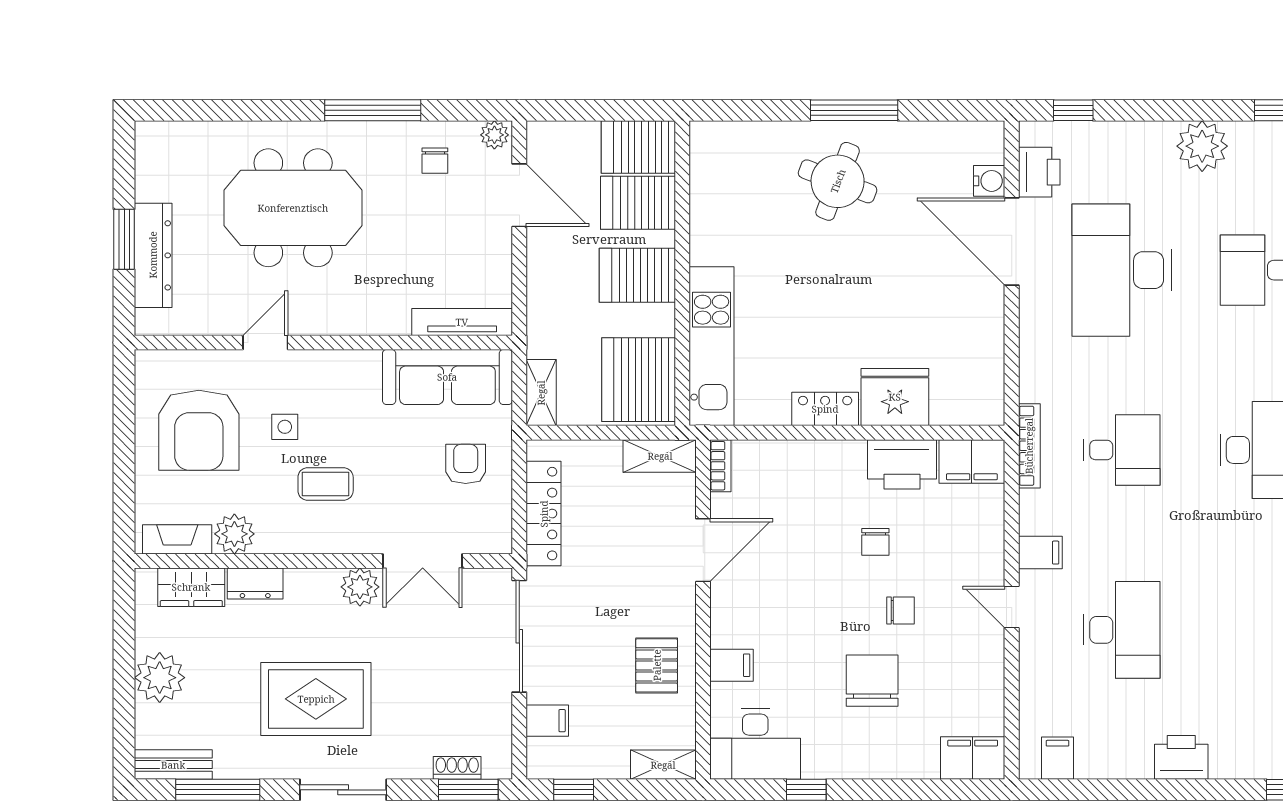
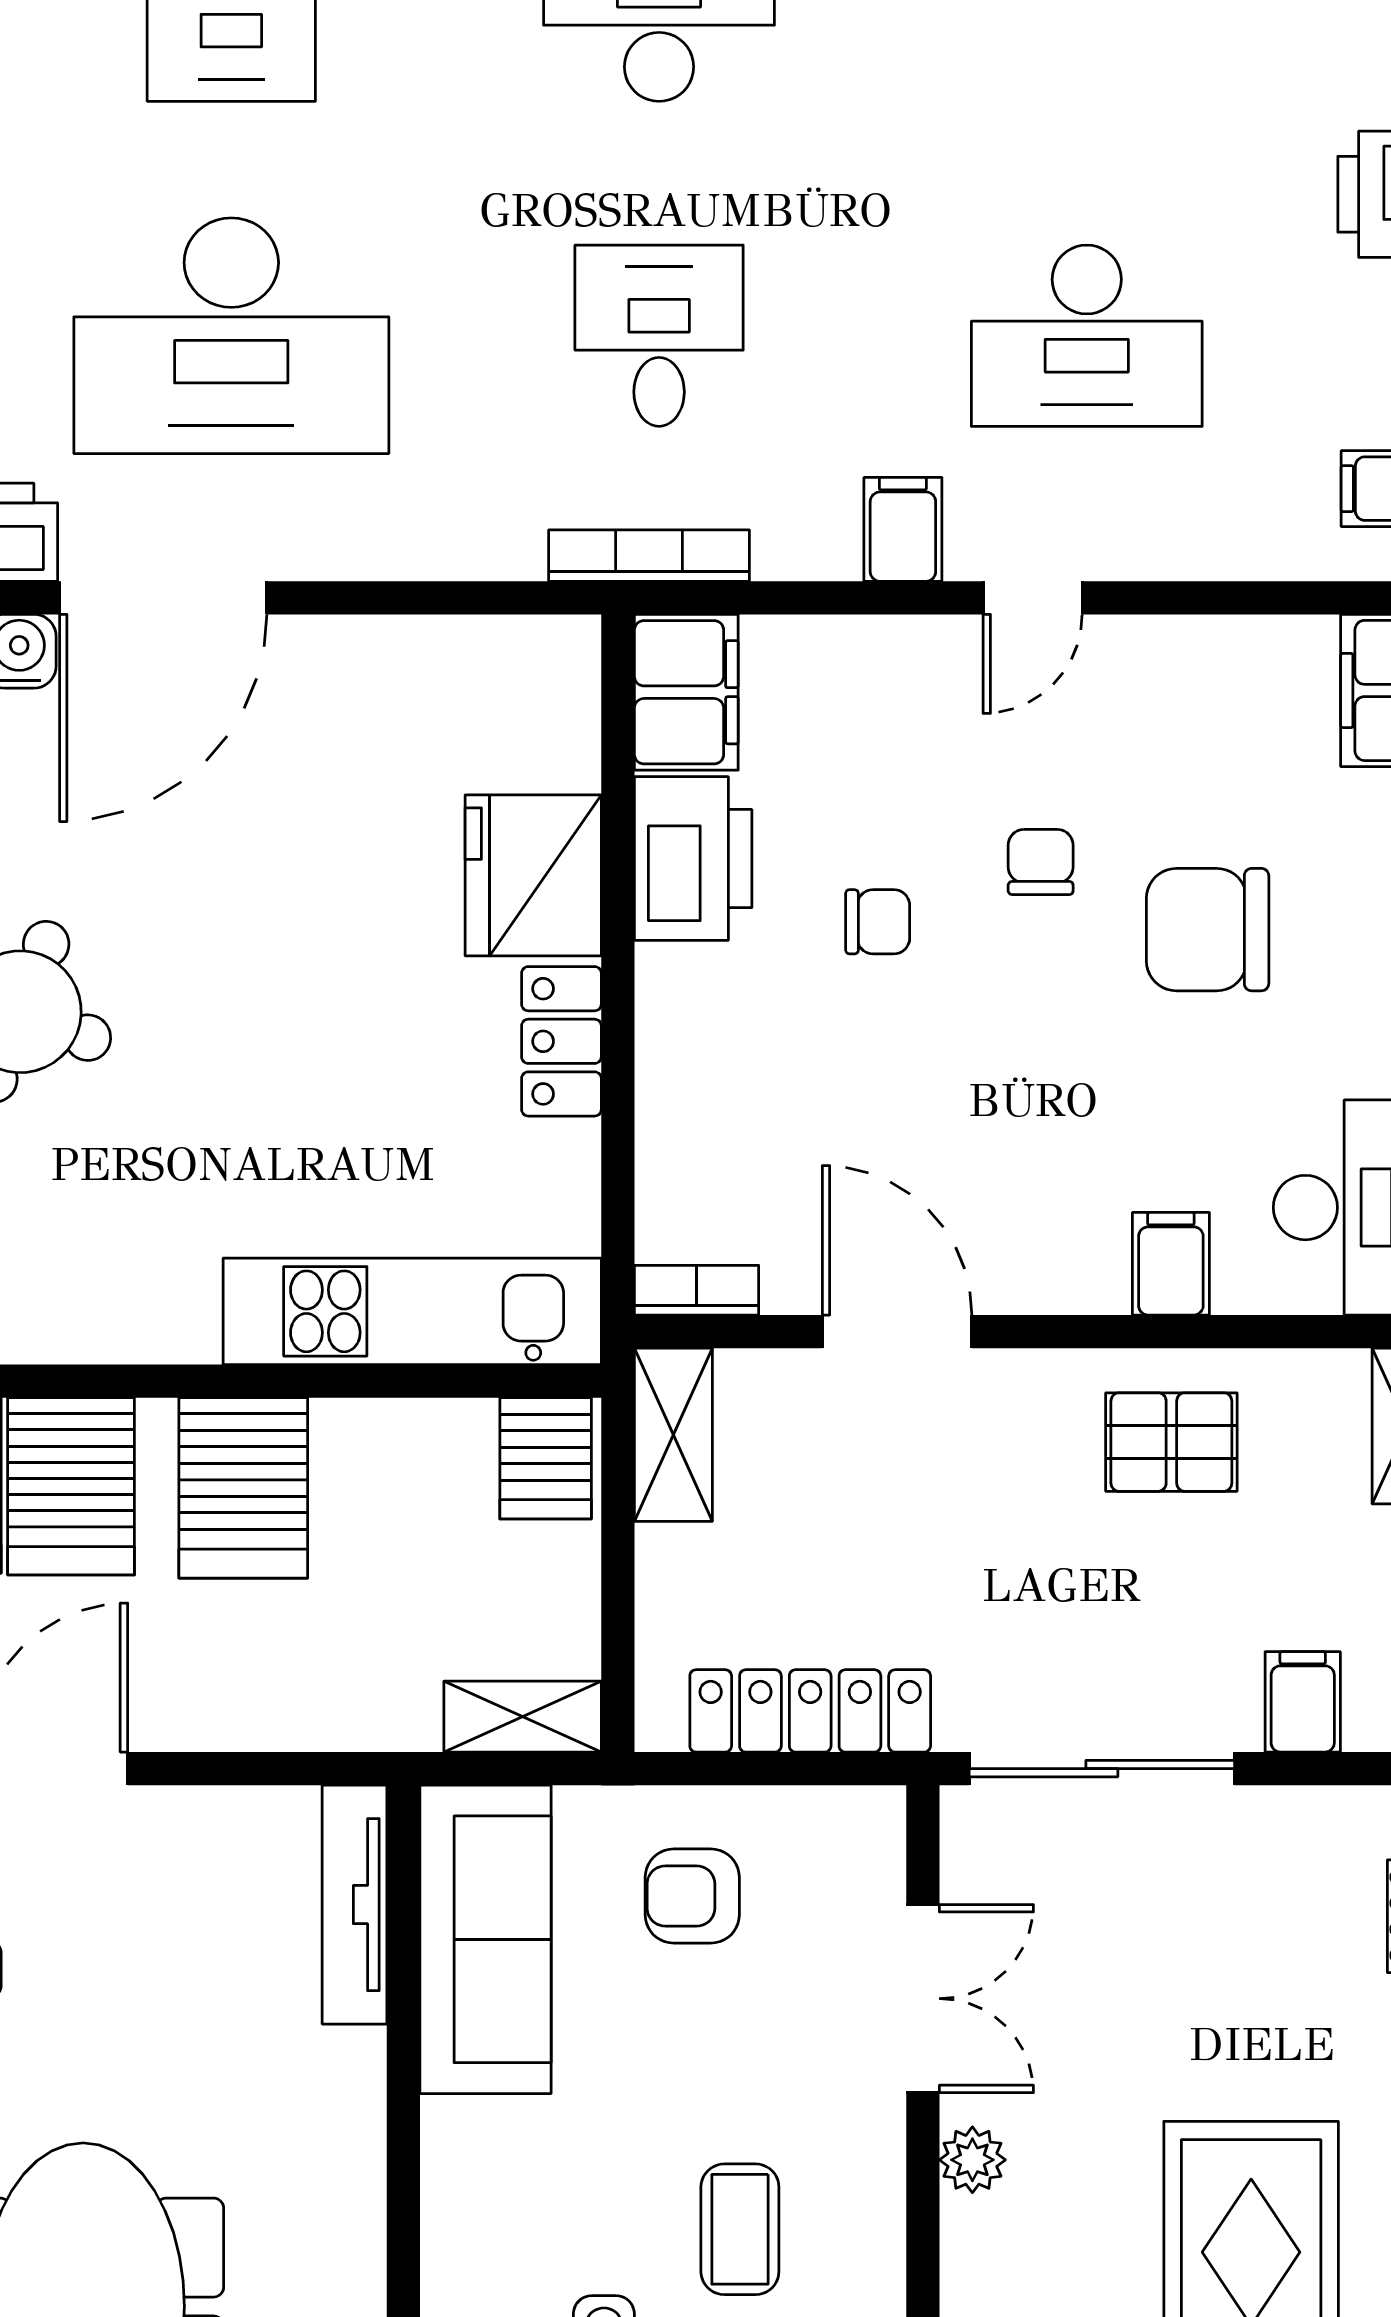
server rack: (639, 380) -> (546, 1458), width x0.46, depth x0.70
plant: (360, 587) -> (972, 2160), width x0.73, depth x0.73
desk: (1122, 630) -> (1087, 336), turned 180

